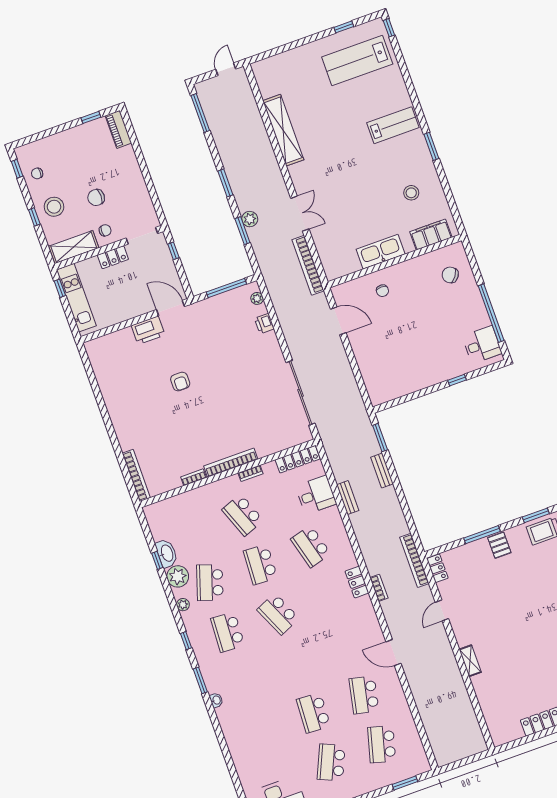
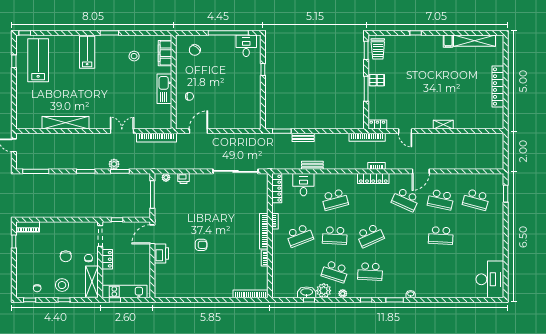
lab bench: (357, 60) -> (38, 60), turned 180
locker: (357, 582) -> (373, 179), width x1.53
school desk: (331, 762) -> (405, 200), moved

